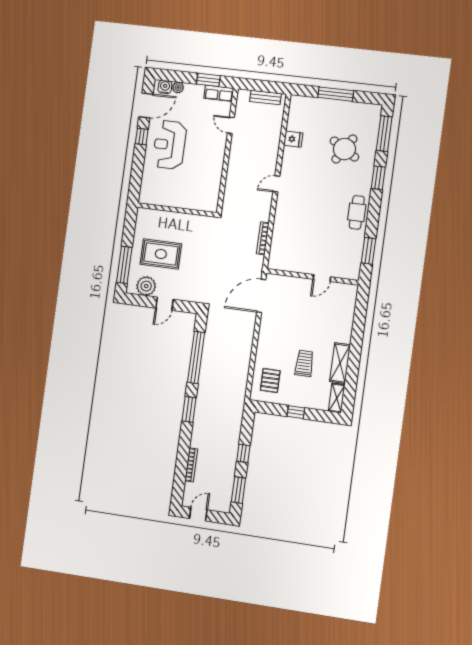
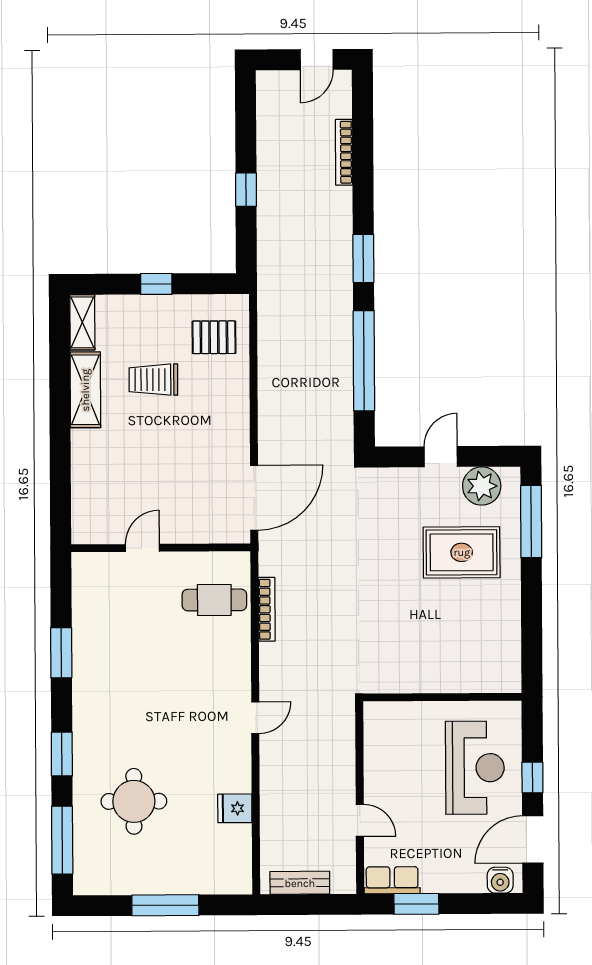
plant: (178, 87) -> (474, 882), removed
round table: (344, 149) -> (134, 801), turned -32
wall: (177, 210) -> (442, 697), moved
cafe table: (357, 212) -> (214, 600), moved, turned 90
window: (368, 251) -> (61, 653), moved
trolley: (304, 363) -> (153, 380), turned 90
pallet: (270, 380) -> (214, 337), turned 90
window: (238, 490) -> (246, 118), removed

